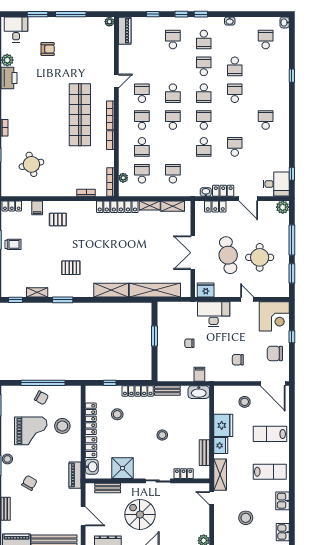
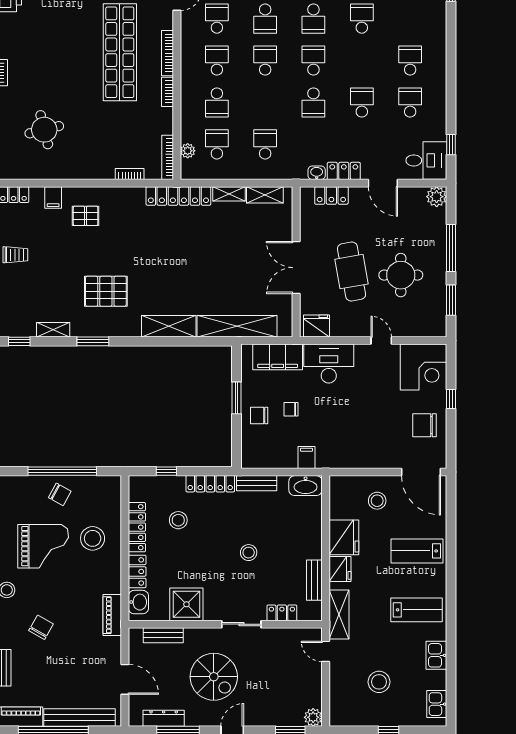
school desk: (266, 147) -> (410, 102), added
pallet: (71, 268) -> (106, 291), width x1.50, depth x1.42
filing cabinet: (181, 310) -> (278, 357), added
chair: (238, 360) -> (259, 415), moved
spiral stairs: (140, 515) -> (214, 677), turned 180

